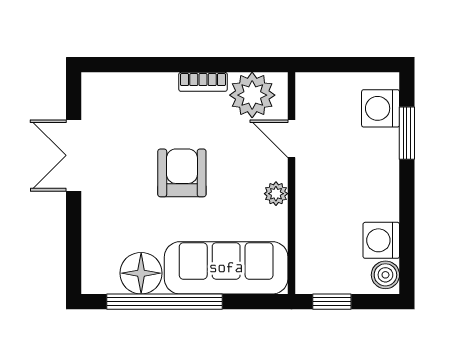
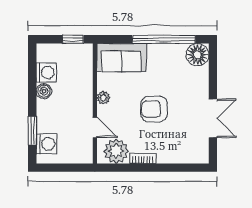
armchair: (182, 173) -> (154, 109), turned 90
sofa: (226, 268) -> (121, 58), width x0.73
floor lamp: (141, 273) -> (197, 55), moved
boiler: (385, 275) -> (44, 91), moved

